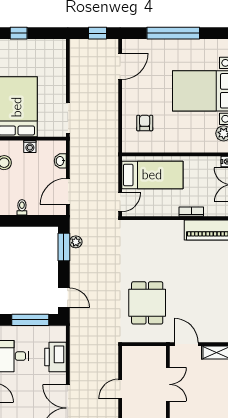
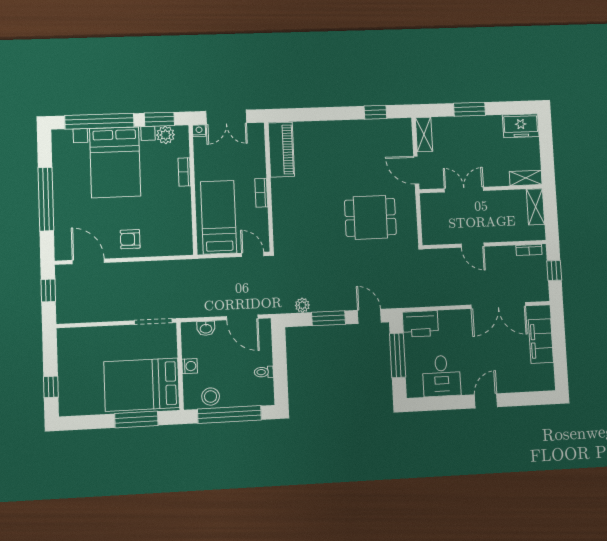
armchair: (145, 123) -> (130, 239), moved
bookcase: (192, 148) -> (184, 172), added
bookcase: (191, 212) -> (261, 193), moved
window: (64, 247) -> (329, 318), moved
door: (64, 298) -> (369, 316), hinge flipped
door: (186, 344) -> (416, 170), hinge flipped
printer: (56, 357) -> (420, 324), moved

